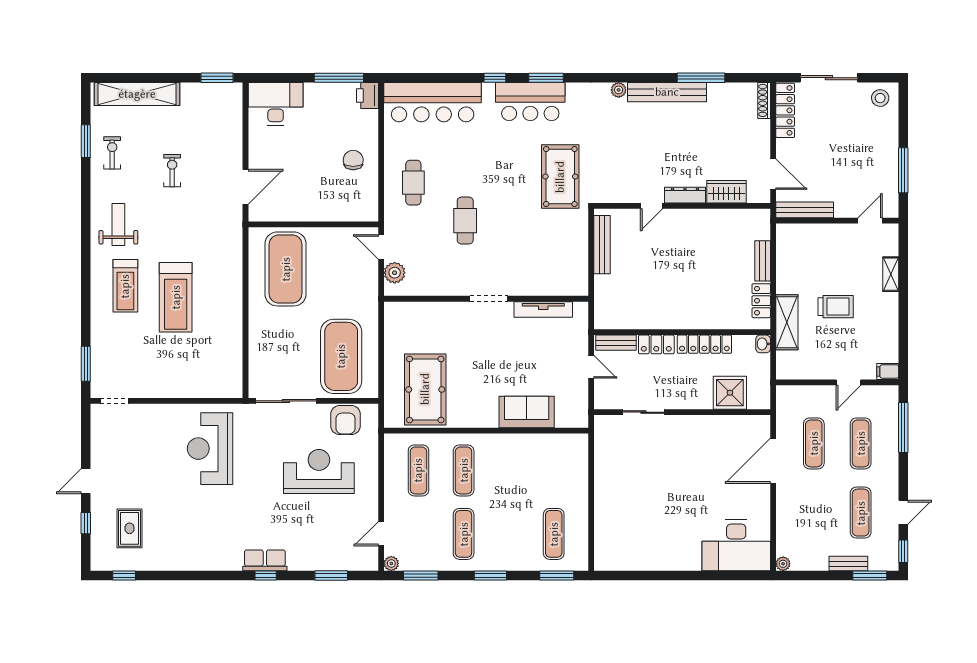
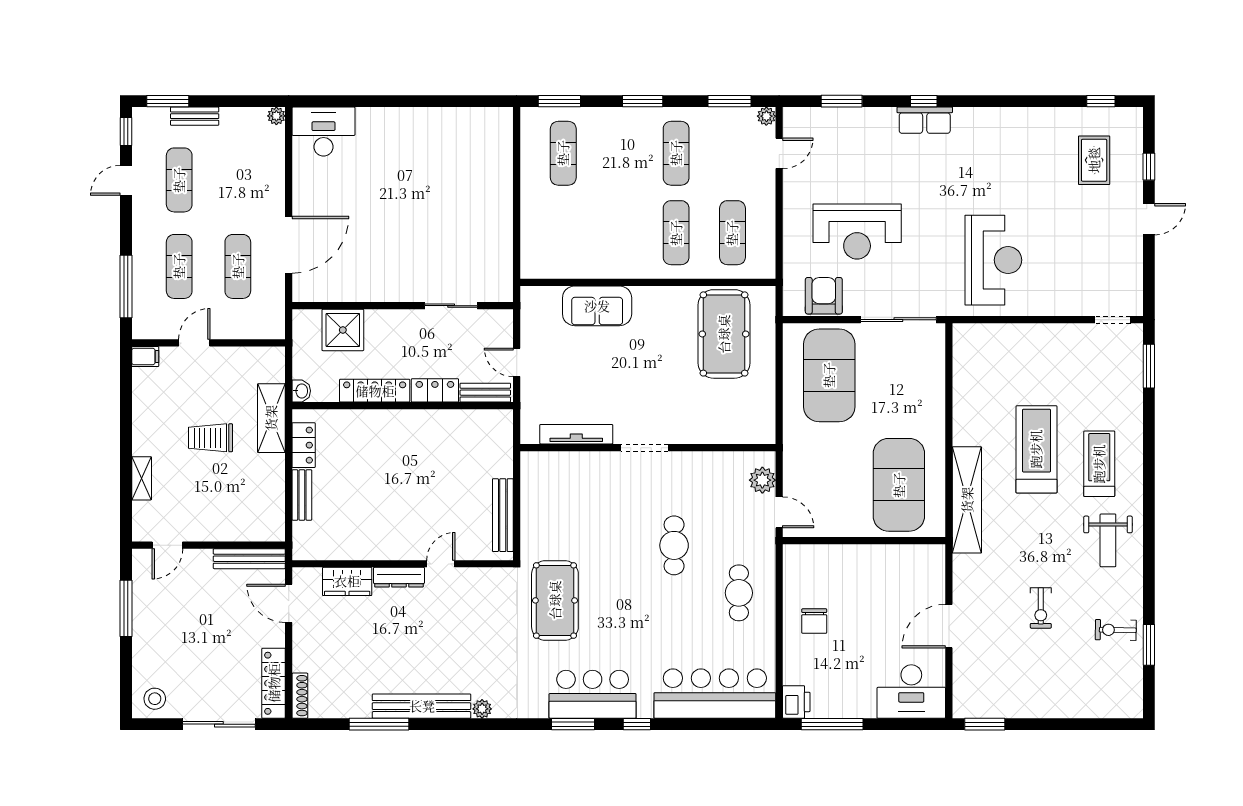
shelving: (137, 94) -> (967, 500), moved, turned 90
exercise bike: (112, 153) -> (1116, 630), turned 91
door: (246, 187) -> (949, 626), moved
desk: (736, 545) -> (323, 132), width x0.73, depth x0.77

